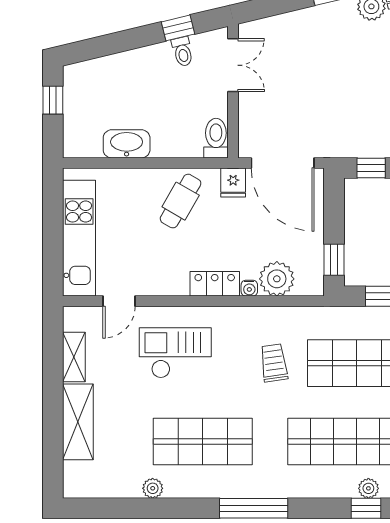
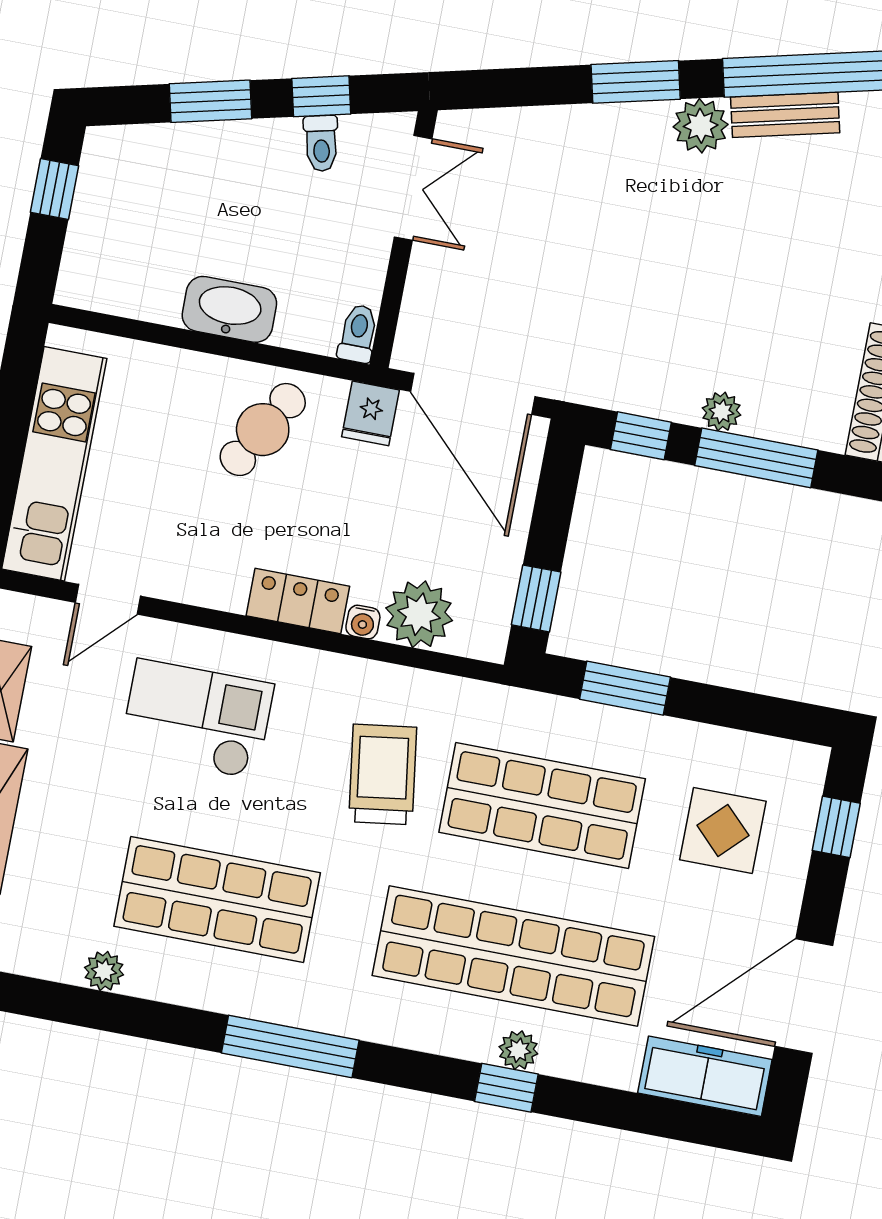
window: (123, 41) -> (210, 101), added
toilet: (216, 138) -> (358, 334), width x0.73, depth x0.72
washbasin: (127, 144) -> (229, 309), moved
trolley: (274, 363) -> (383, 774), width x1.36, depth x1.39

